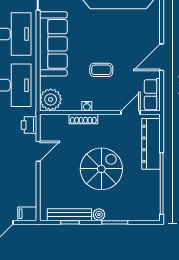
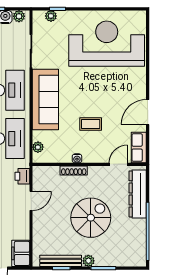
plant: (51, 99) -> (38, 147), width x0.53, depth x0.53
filing cabinet: (27, 214) -> (21, 253), width x2.00

